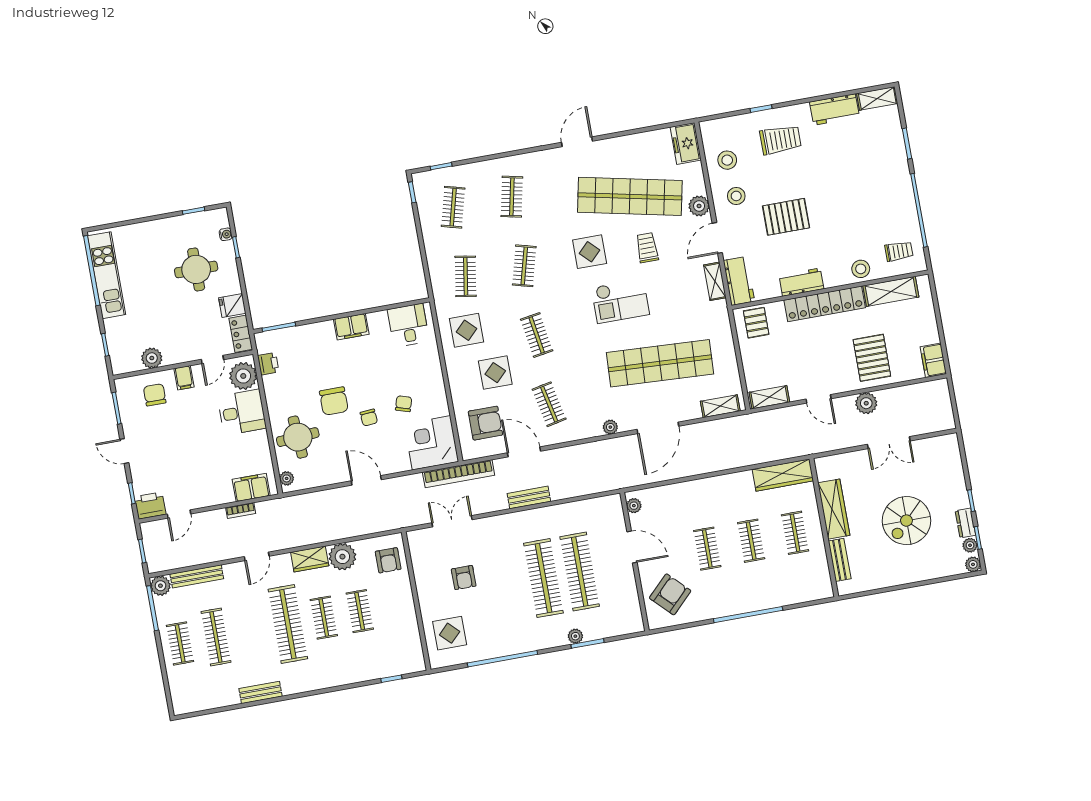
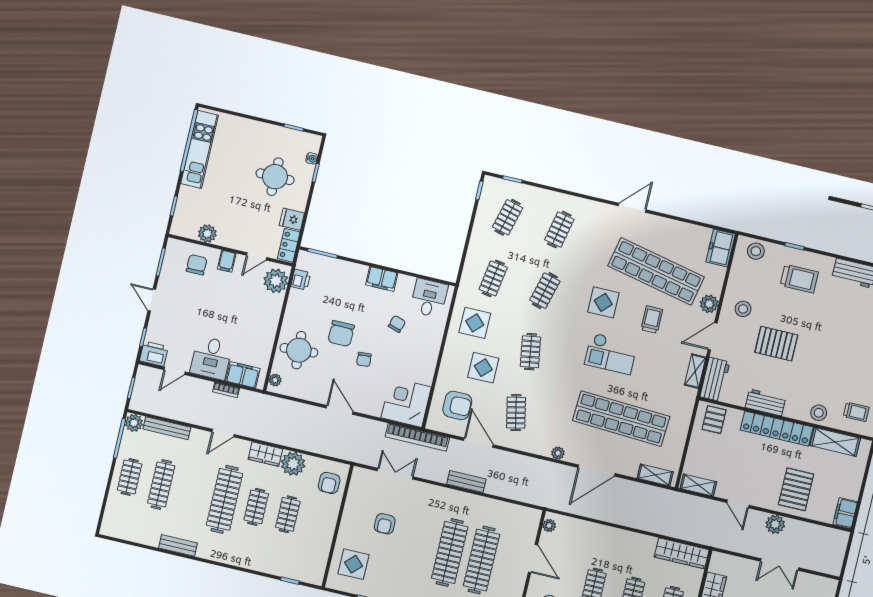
stool: (727, 160) -> (756, 251), moved
chair: (404, 404) -> (397, 324), moved
desk: (242, 412) -> (211, 358), moved, turned 90

